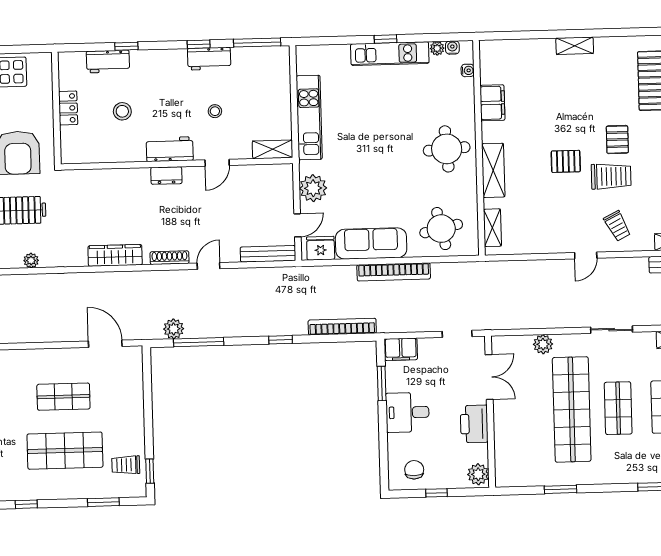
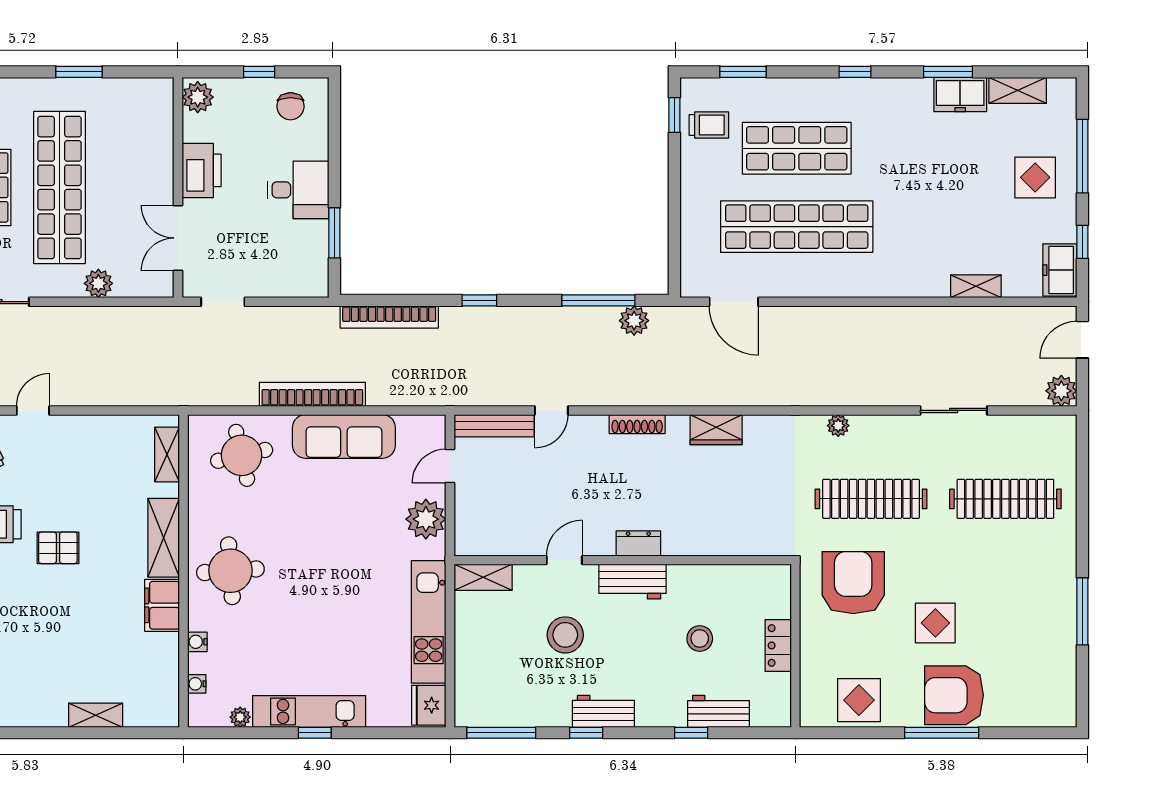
shelving: (575, 46) -> (96, 715), moved
water cooler: (452, 48) -> (197, 642), moved, turned 90
workbench: (209, 59) -> (603, 711), moved
filing cabinet: (492, 103) -> (162, 605), moved
stool: (215, 111) -> (565, 635), width x1.89, depth x1.89
fridge: (321, 248) -> (429, 705), moved, turned 90
wardrobe: (115, 255) -> (716, 430), width x0.67
door: (209, 266) -> (551, 410), moved
filing cabinet: (401, 349) -> (305, 282), removed
shop shelf: (63, 397) -> (797, 227), width x2.00, depth x1.36

